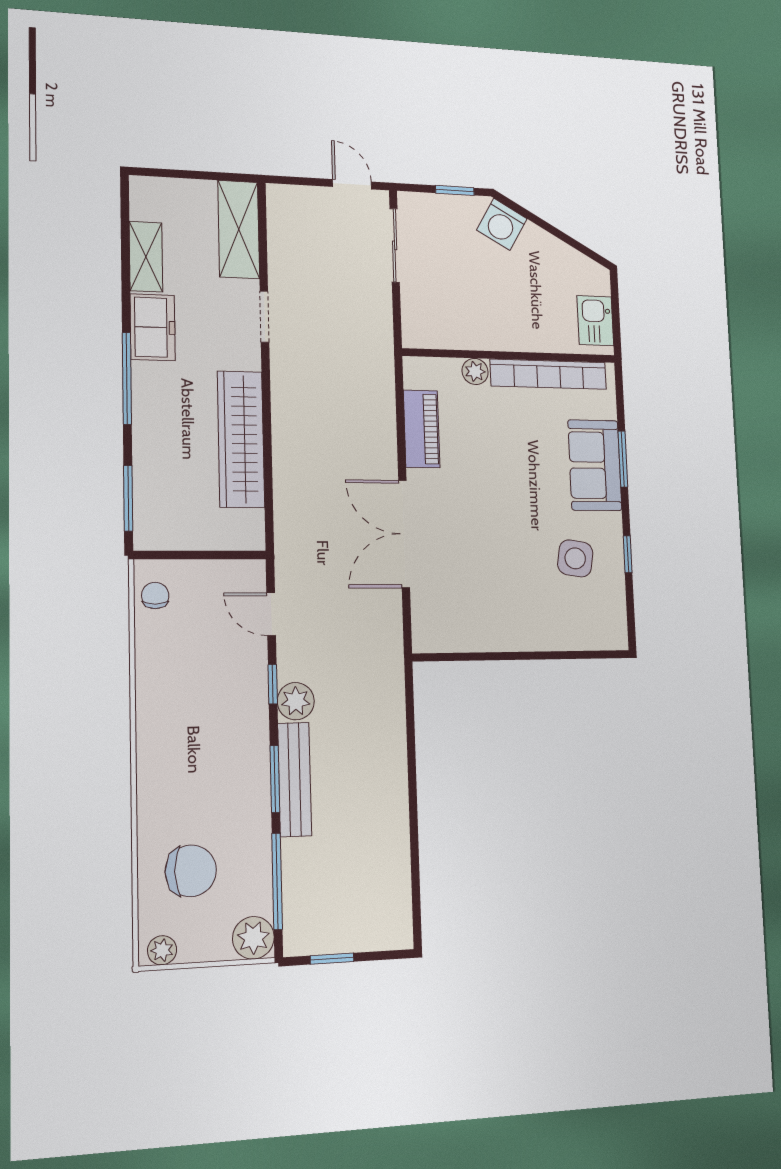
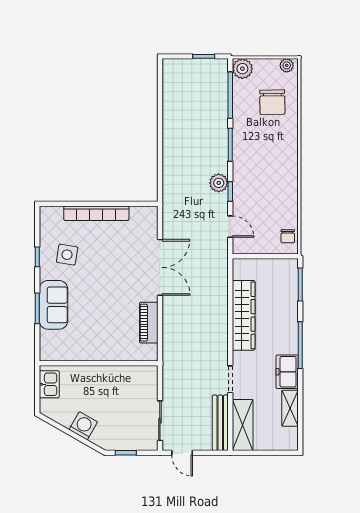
washing machine: (502, 224) -> (83, 426), moved
plant: (475, 371) -> (118, 354), removed
bookcase: (548, 374) -> (96, 213), moved, turned 180
bench: (295, 779) -> (220, 423), moved
chair: (191, 871) -> (272, 102), turned -91

